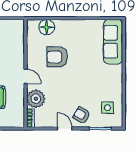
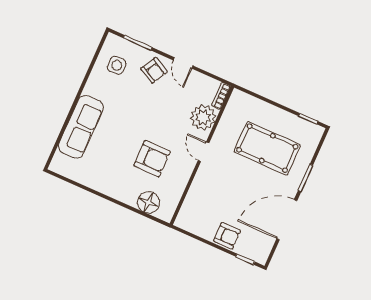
sofa: (113, 42) -> (81, 127), moved

